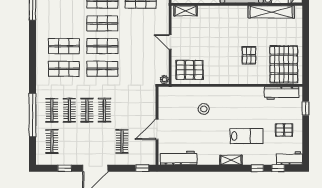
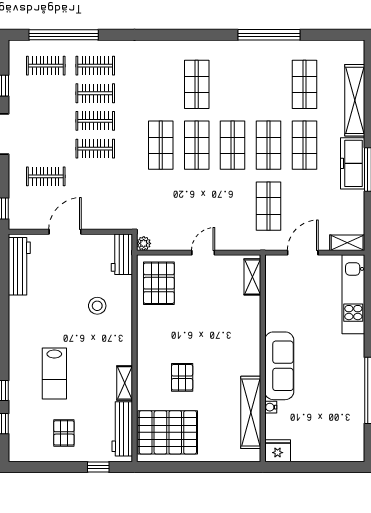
pallet: (249, 55) -> (182, 377), turned 90
shop shelf: (64, 69) -> (161, 84), removed
window: (32, 115) -> (64, 35), moved
door: (157, 129) -> (65, 232), hinge flipped
workbench: (289, 158) -> (122, 254), moved, turned 180
shelving: (231, 160) -> (125, 383), moved

